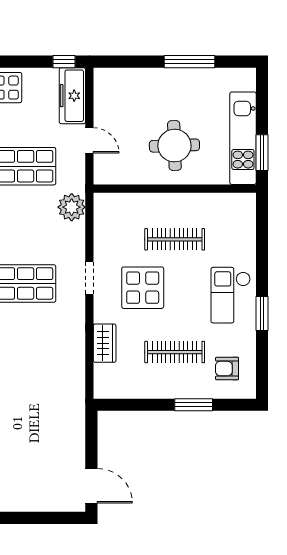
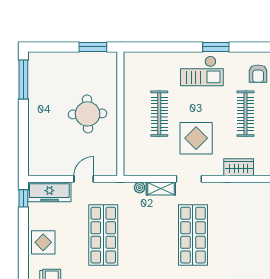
window: (189, 62) -> (23, 80), moved
kitchen unit: (243, 138) -> (82, 62), removed
plant: (72, 207) -> (140, 188), width x0.53, depth x0.53
shelving: (77, 242) -> (161, 188), added

